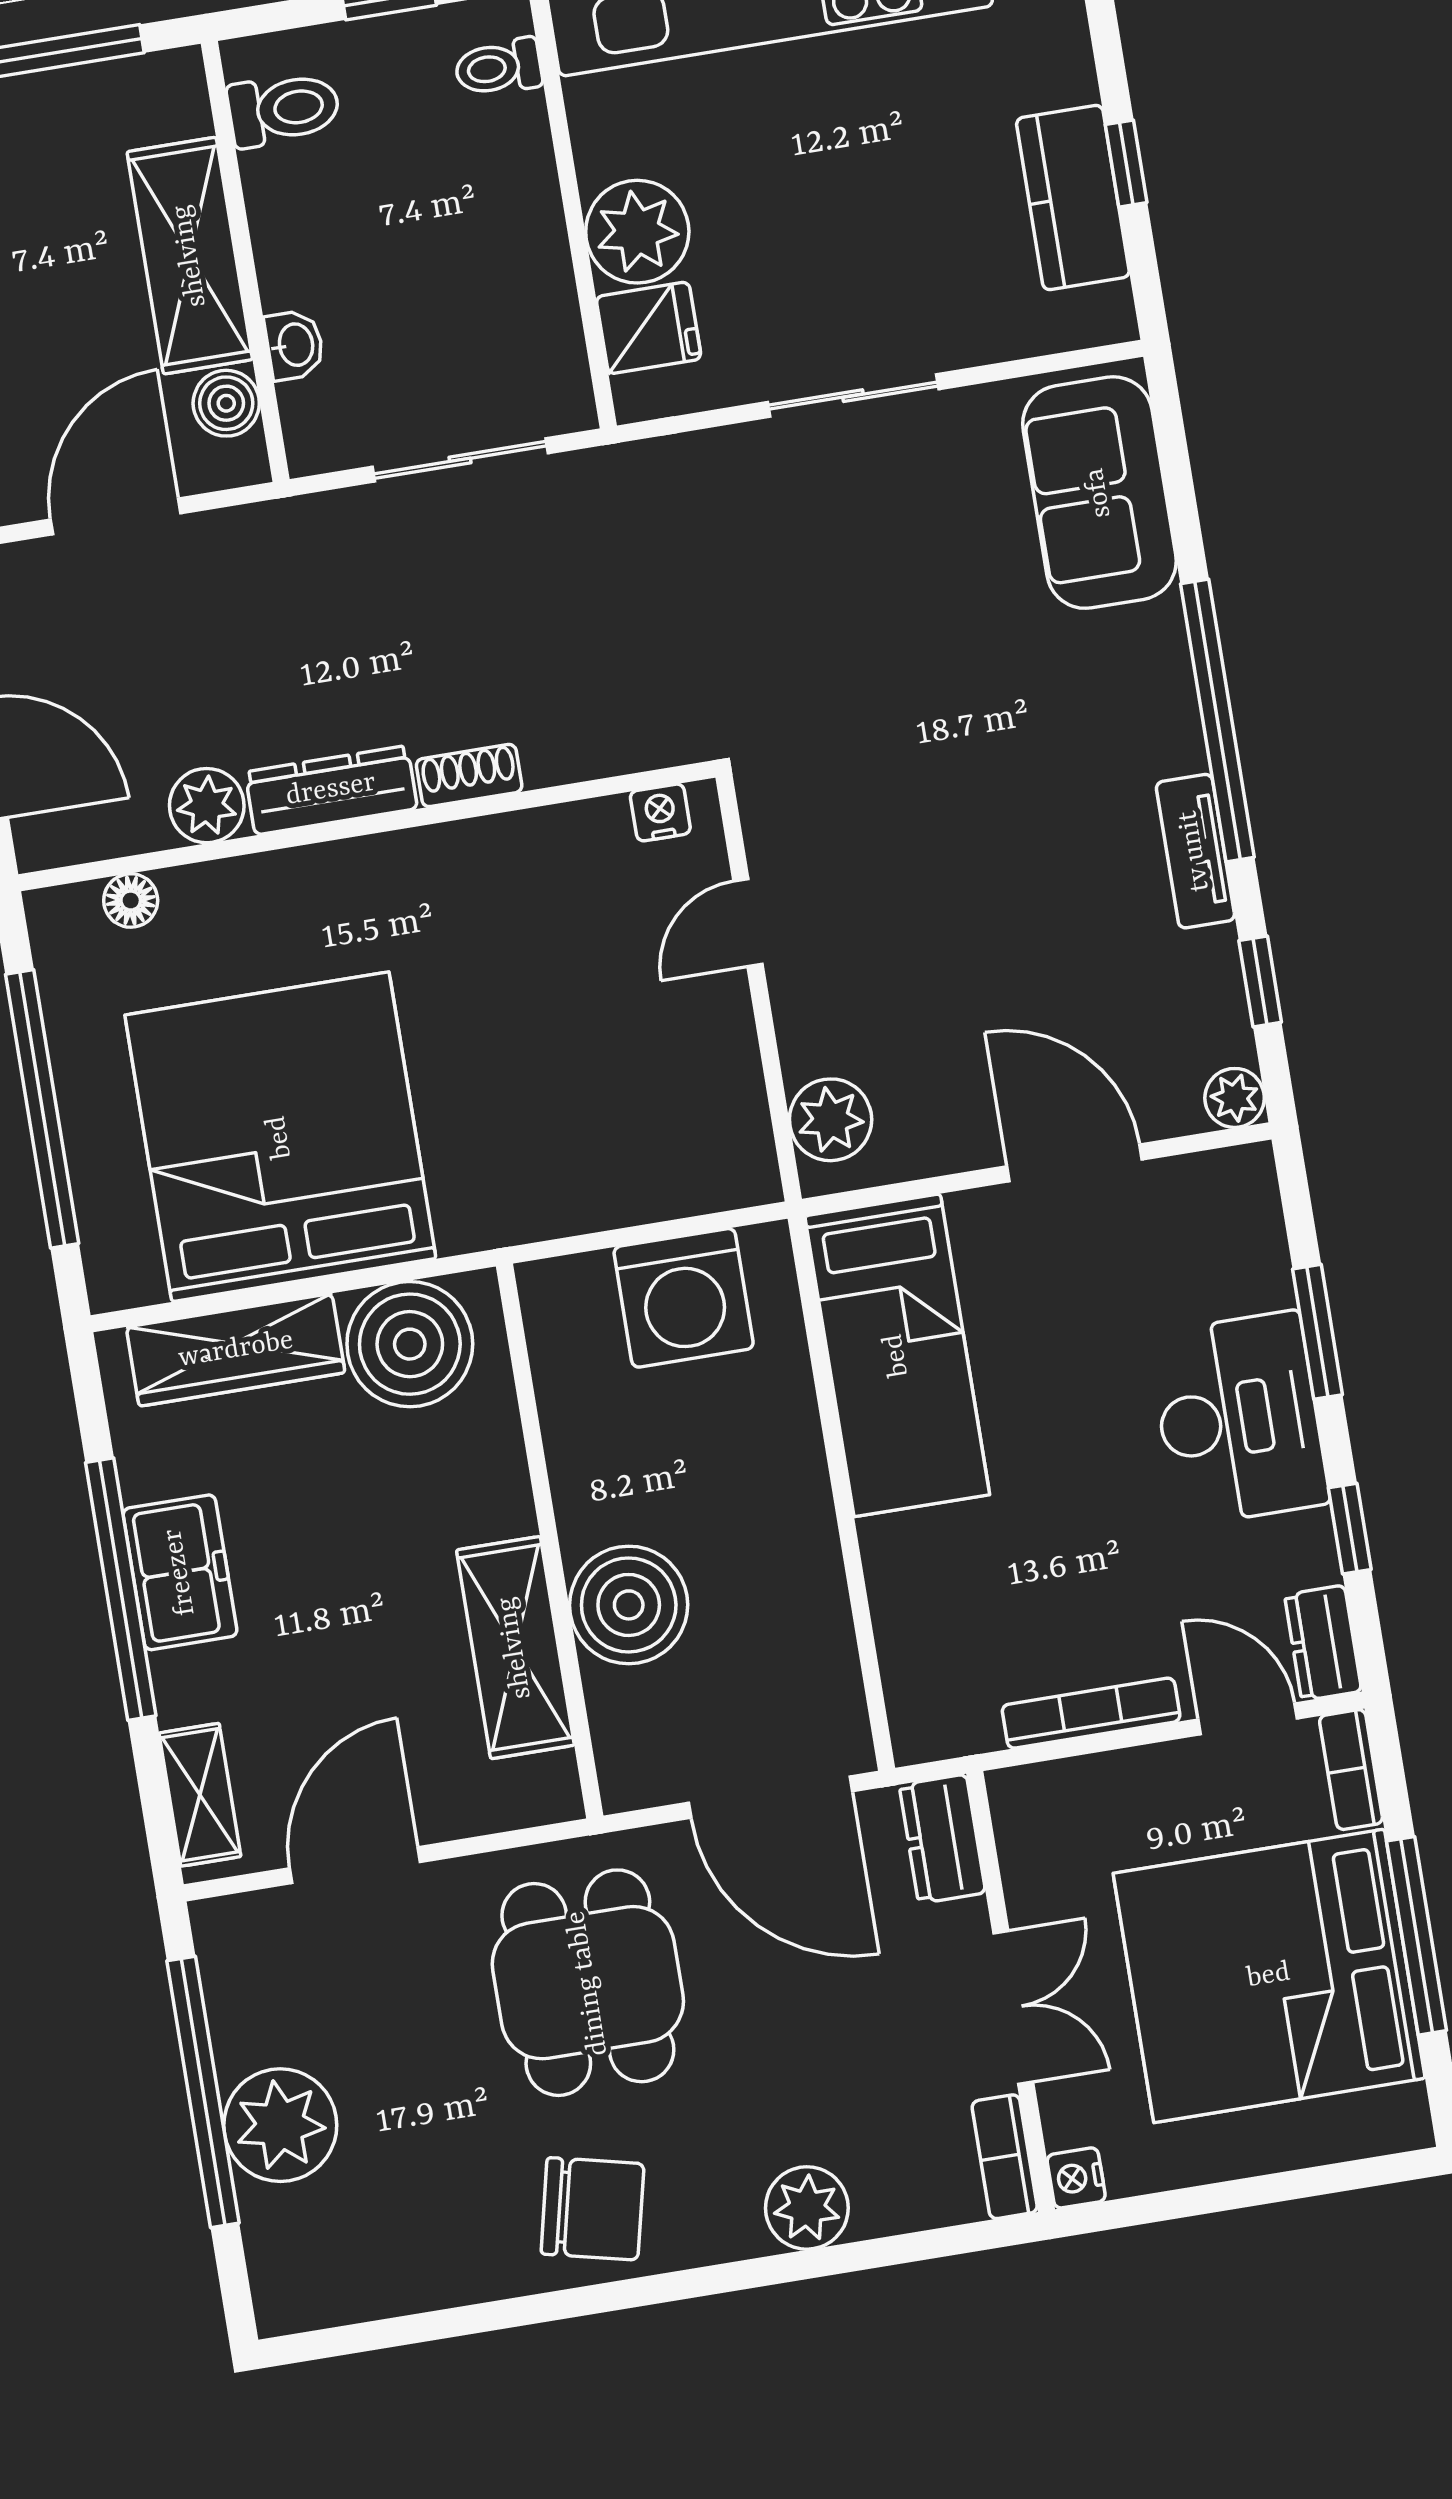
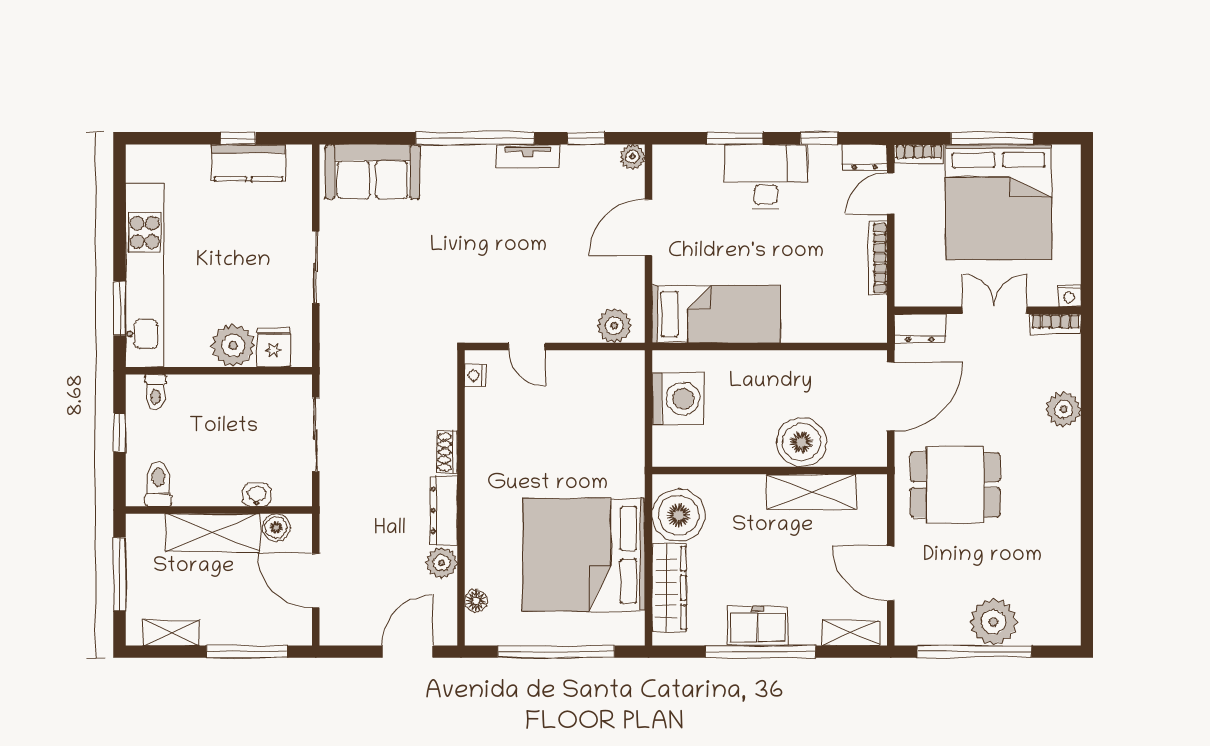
chair: (592, 2209) -> (1049, 498), removed

